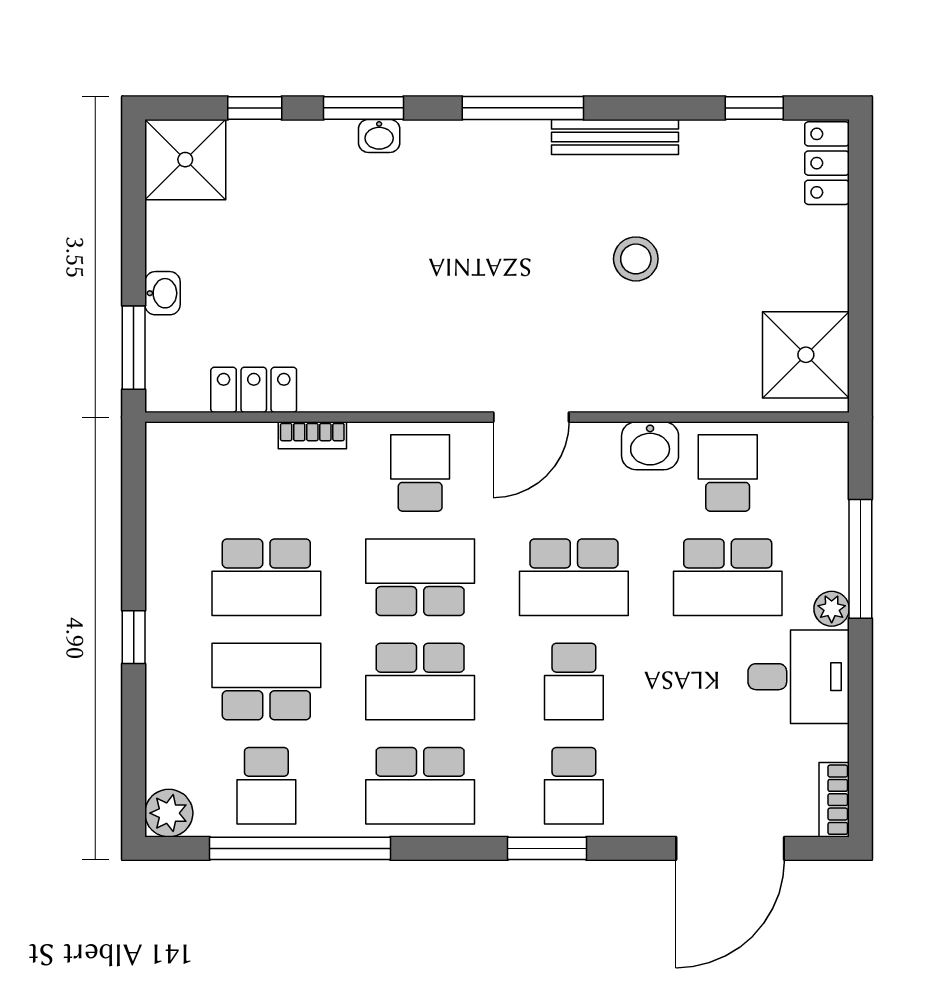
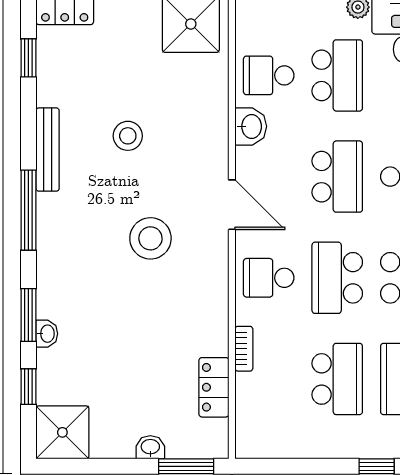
washbasin: (379, 136) -> (47, 334), moved
stool: (480, 293) -> (150, 238), added

